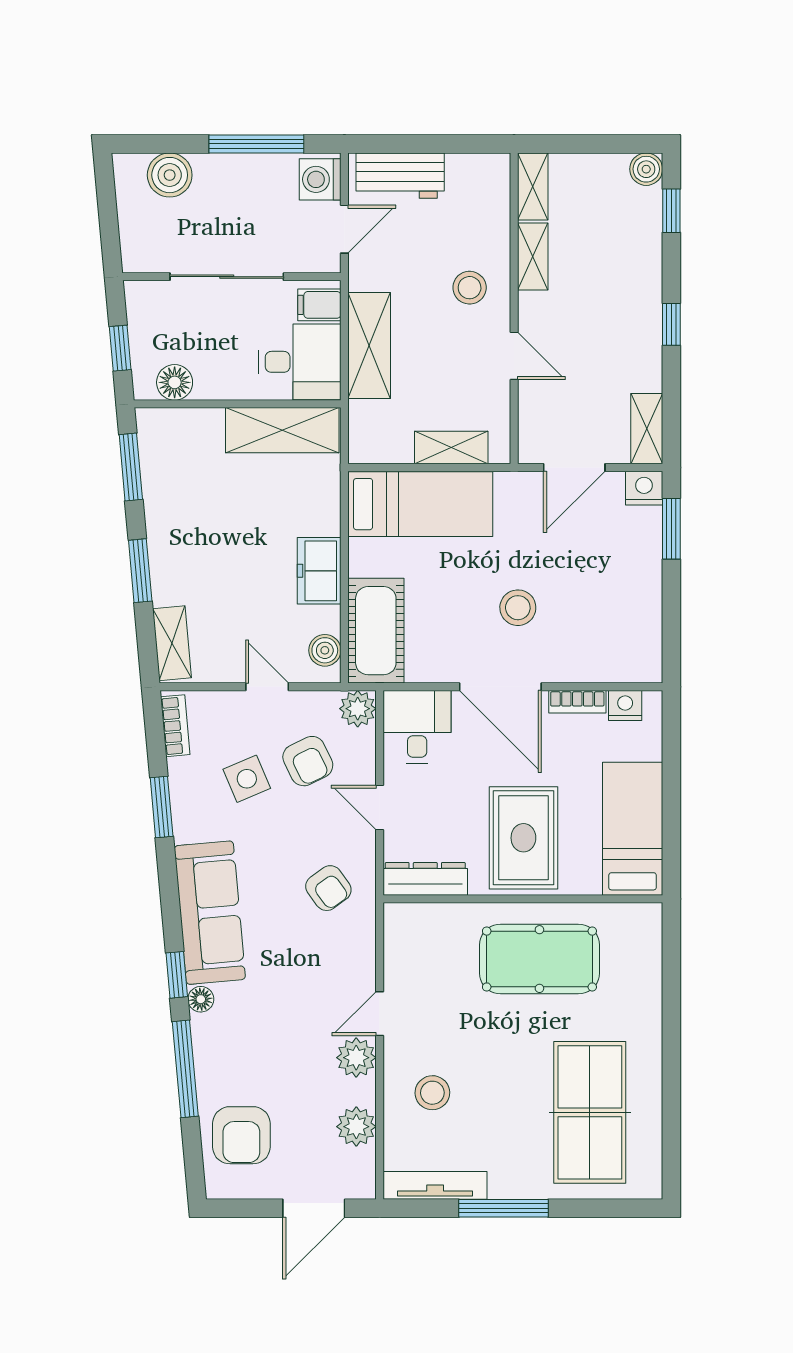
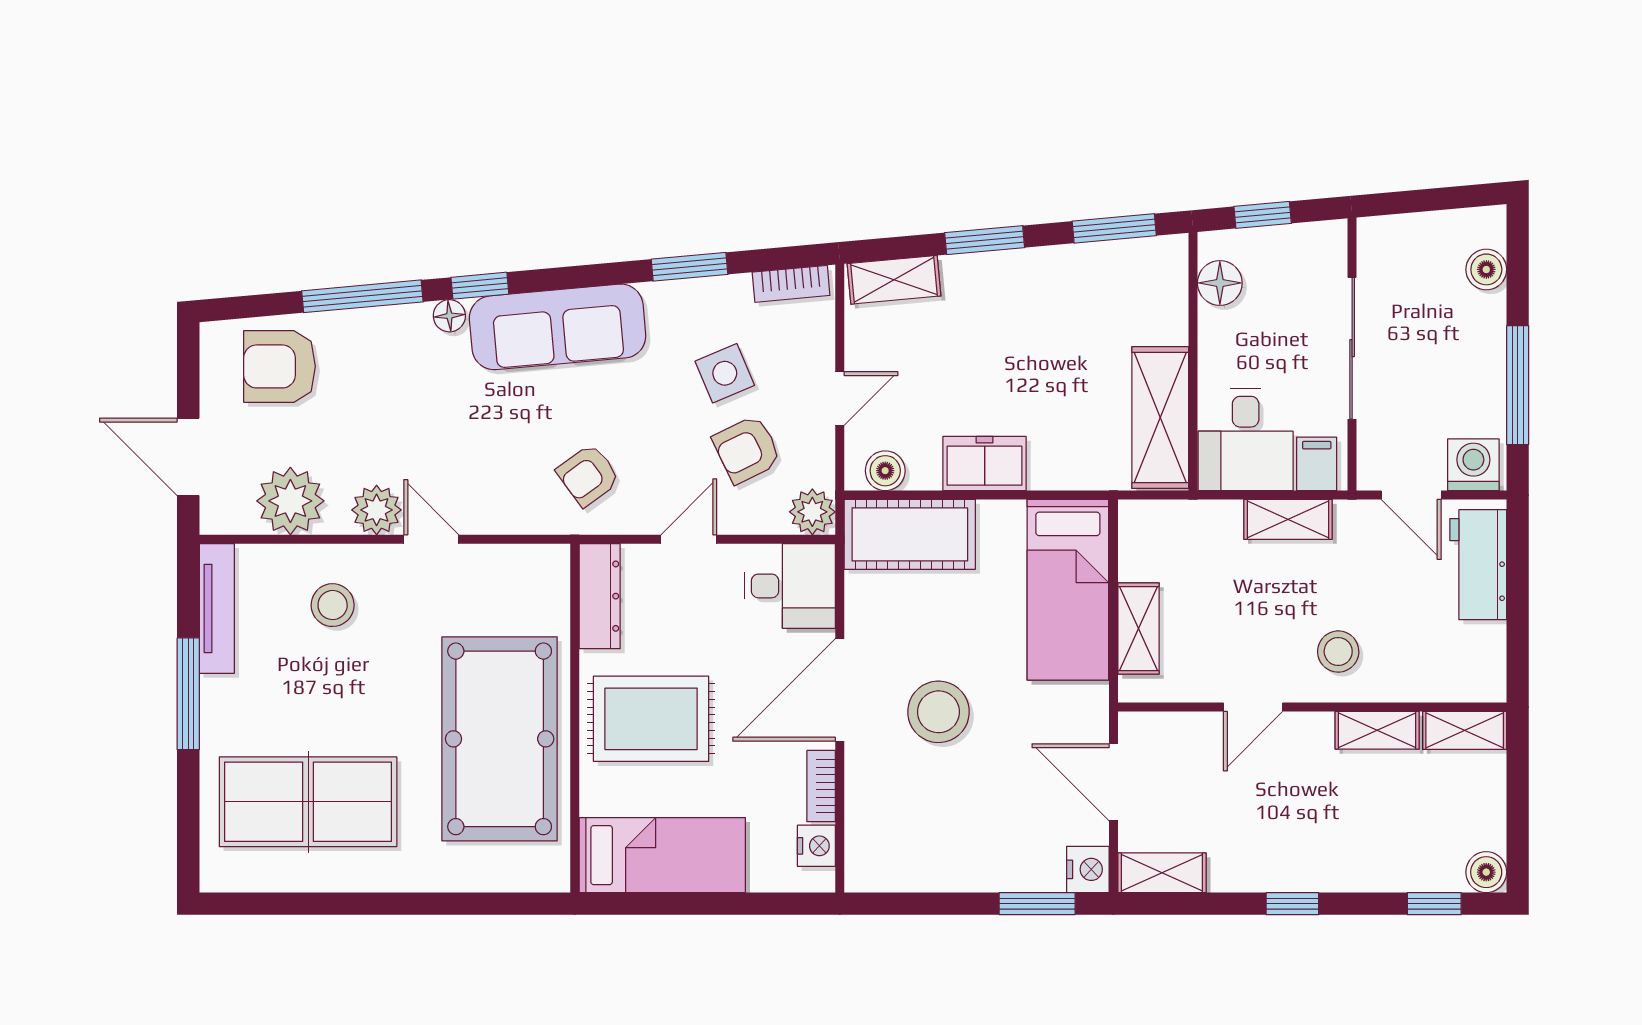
boiler: (170, 175) -> (1486, 269), width x0.73, depth x0.73
shelving: (369, 346) -> (1288, 519), width x0.67, depth x0.75
stool: (518, 608) -> (938, 712), width x1.38, depth x1.38
pool table: (539, 959) -> (500, 739), width x1.36, depth x1.32
plant: (356, 1127) -> (290, 501), width x1.36, depth x1.36

